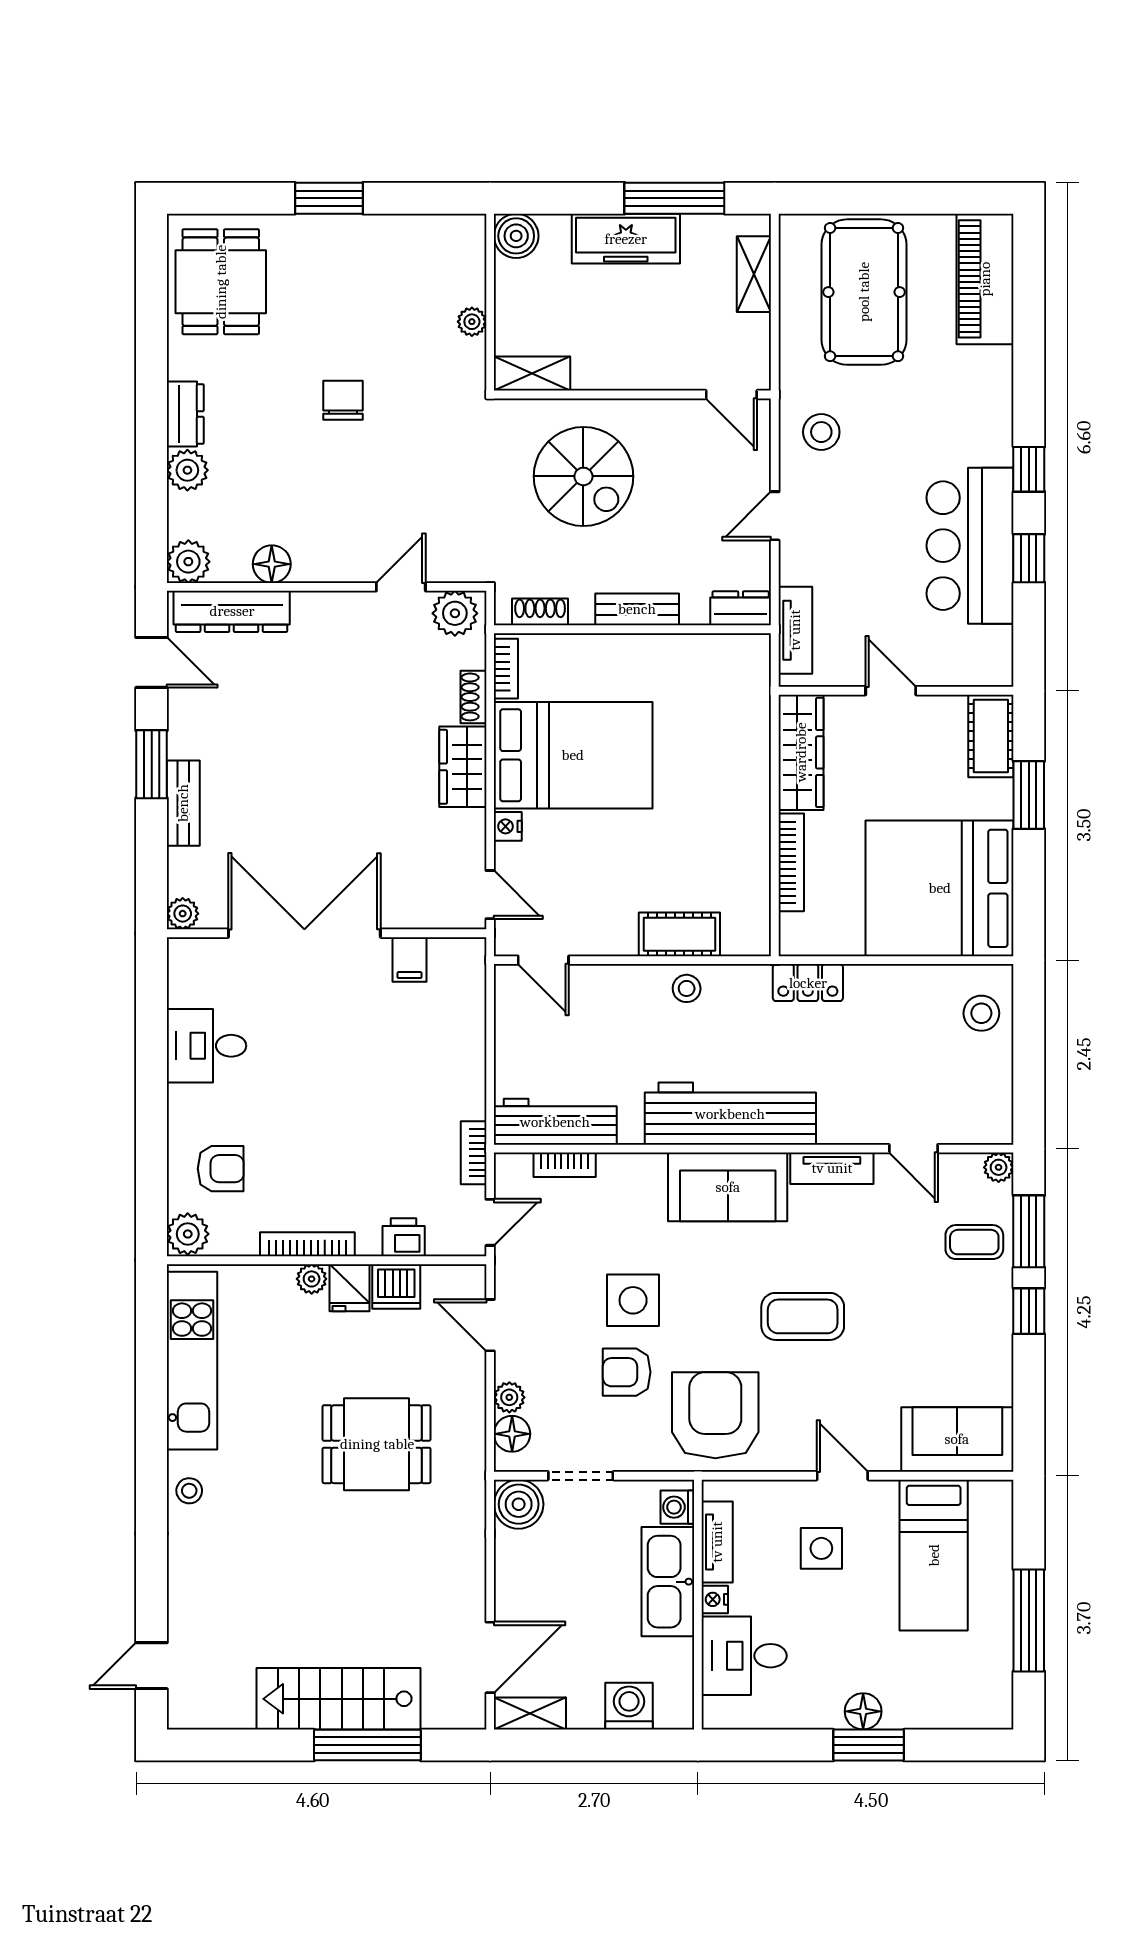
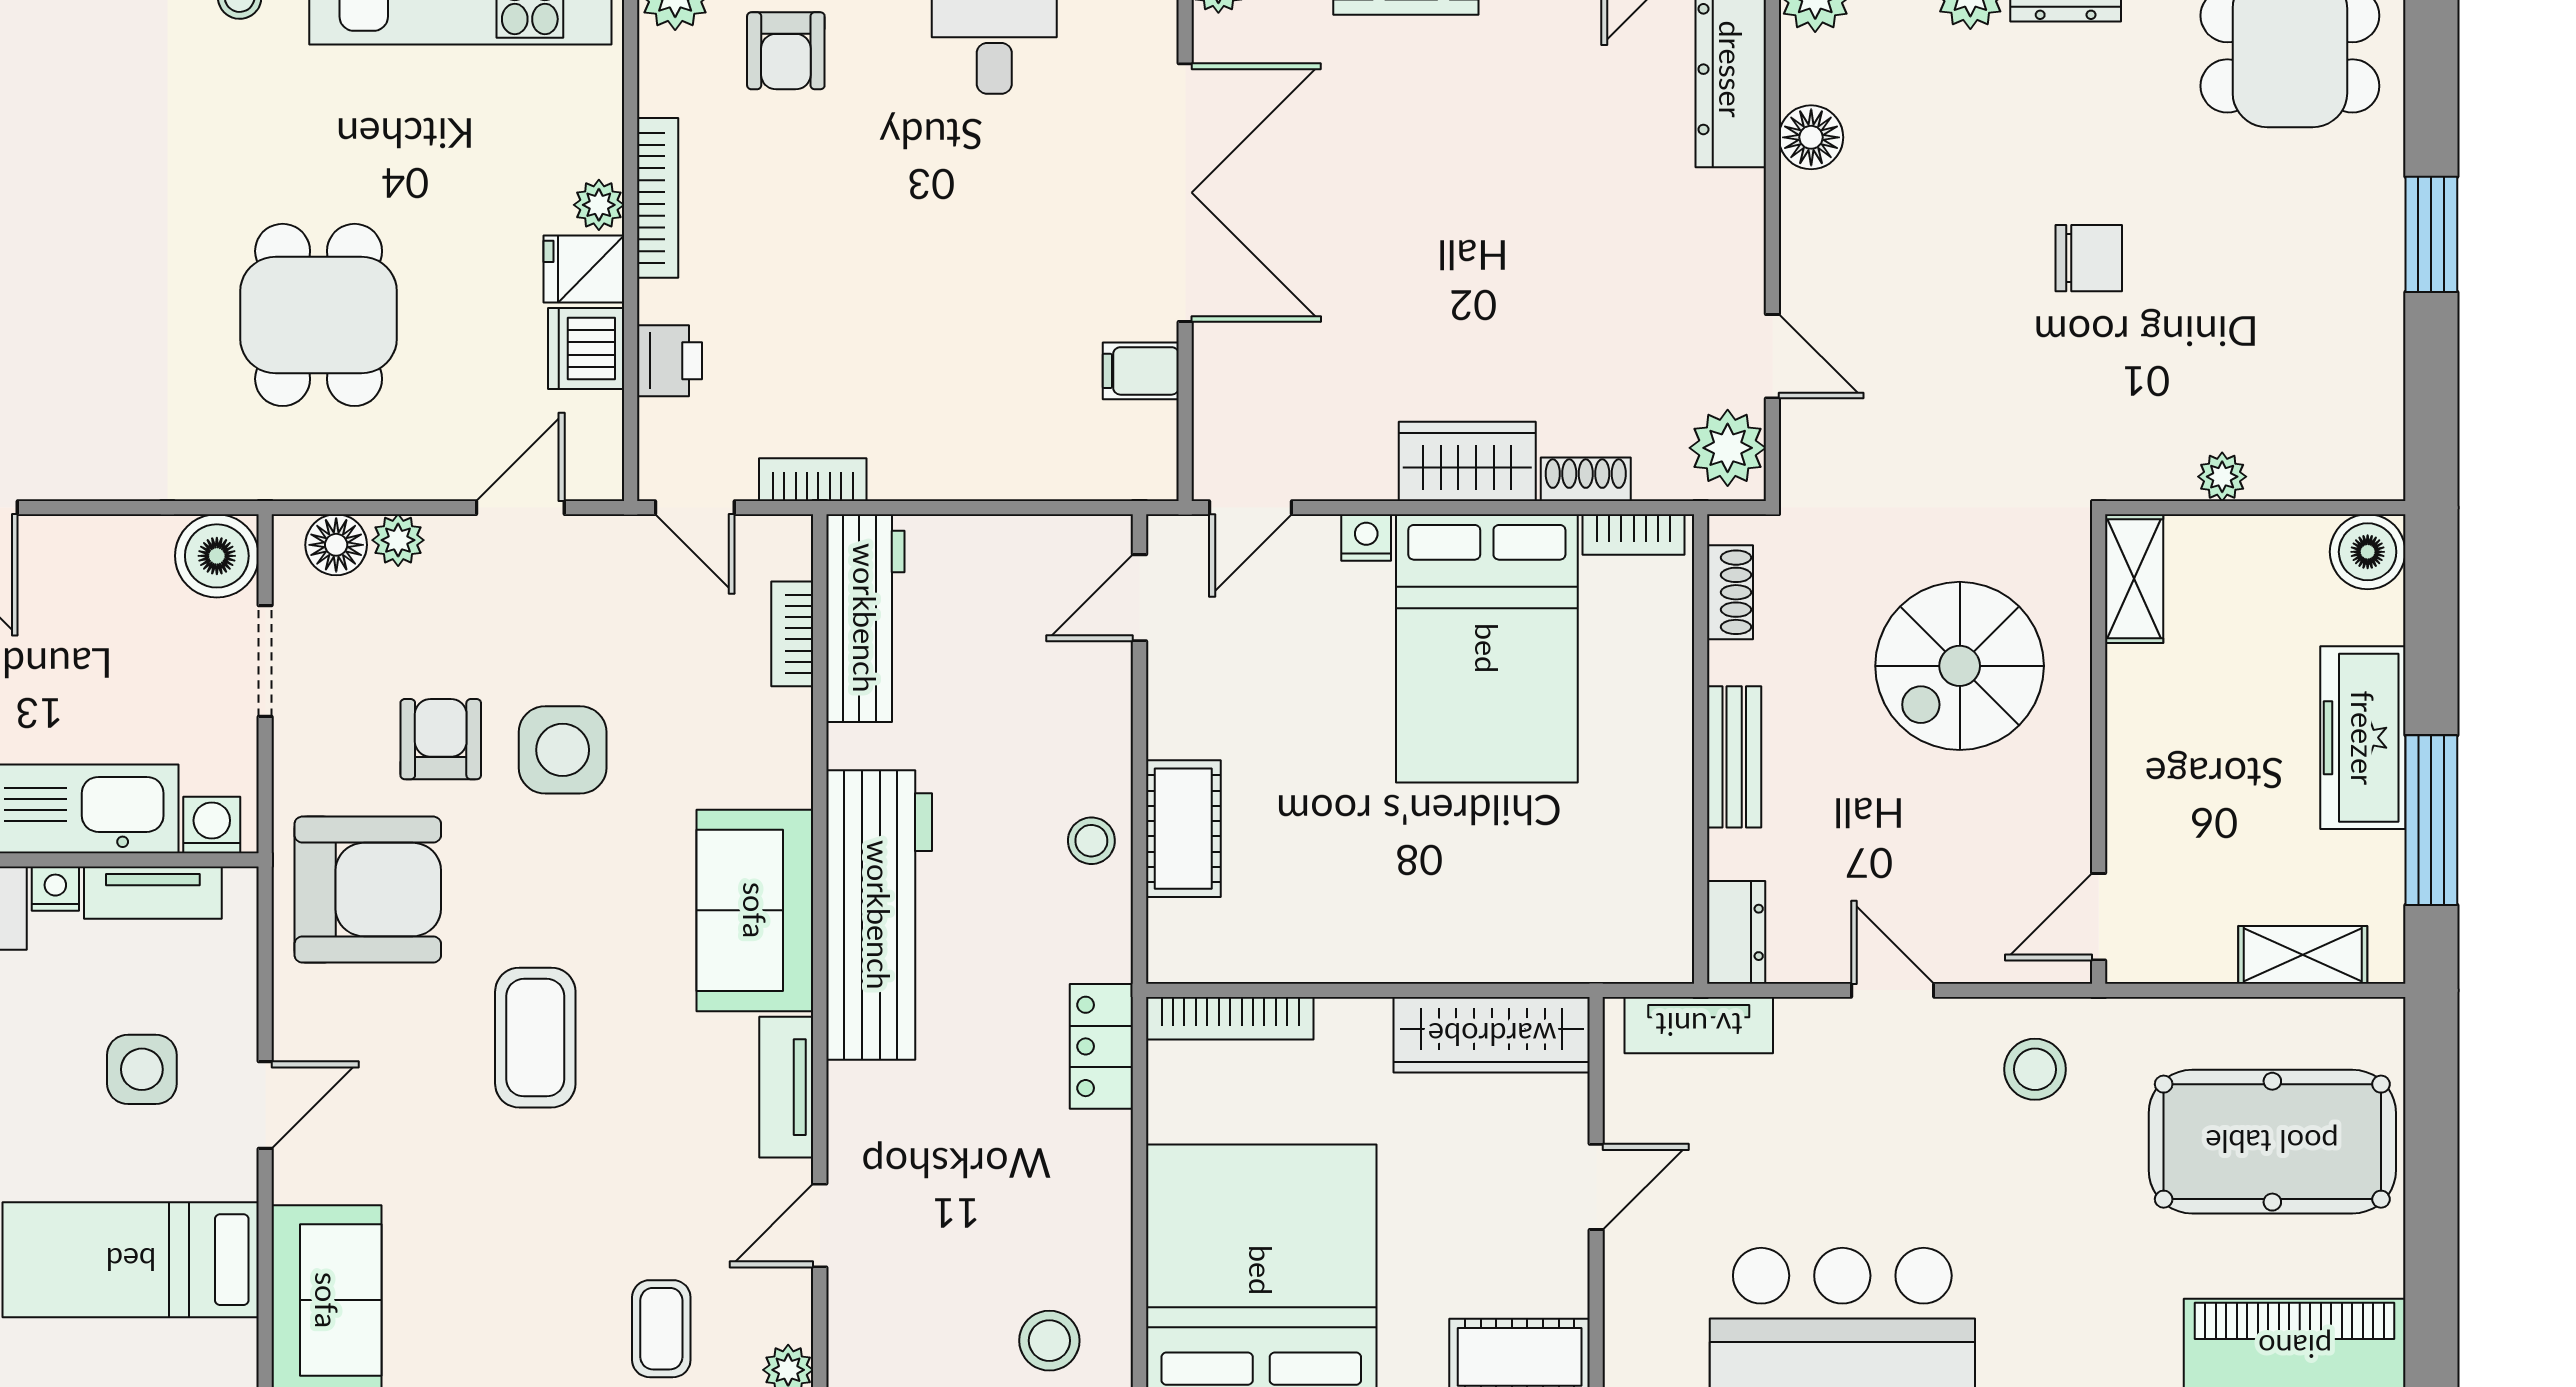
bookcase: (791, 862) -> (1230, 1018), moved

